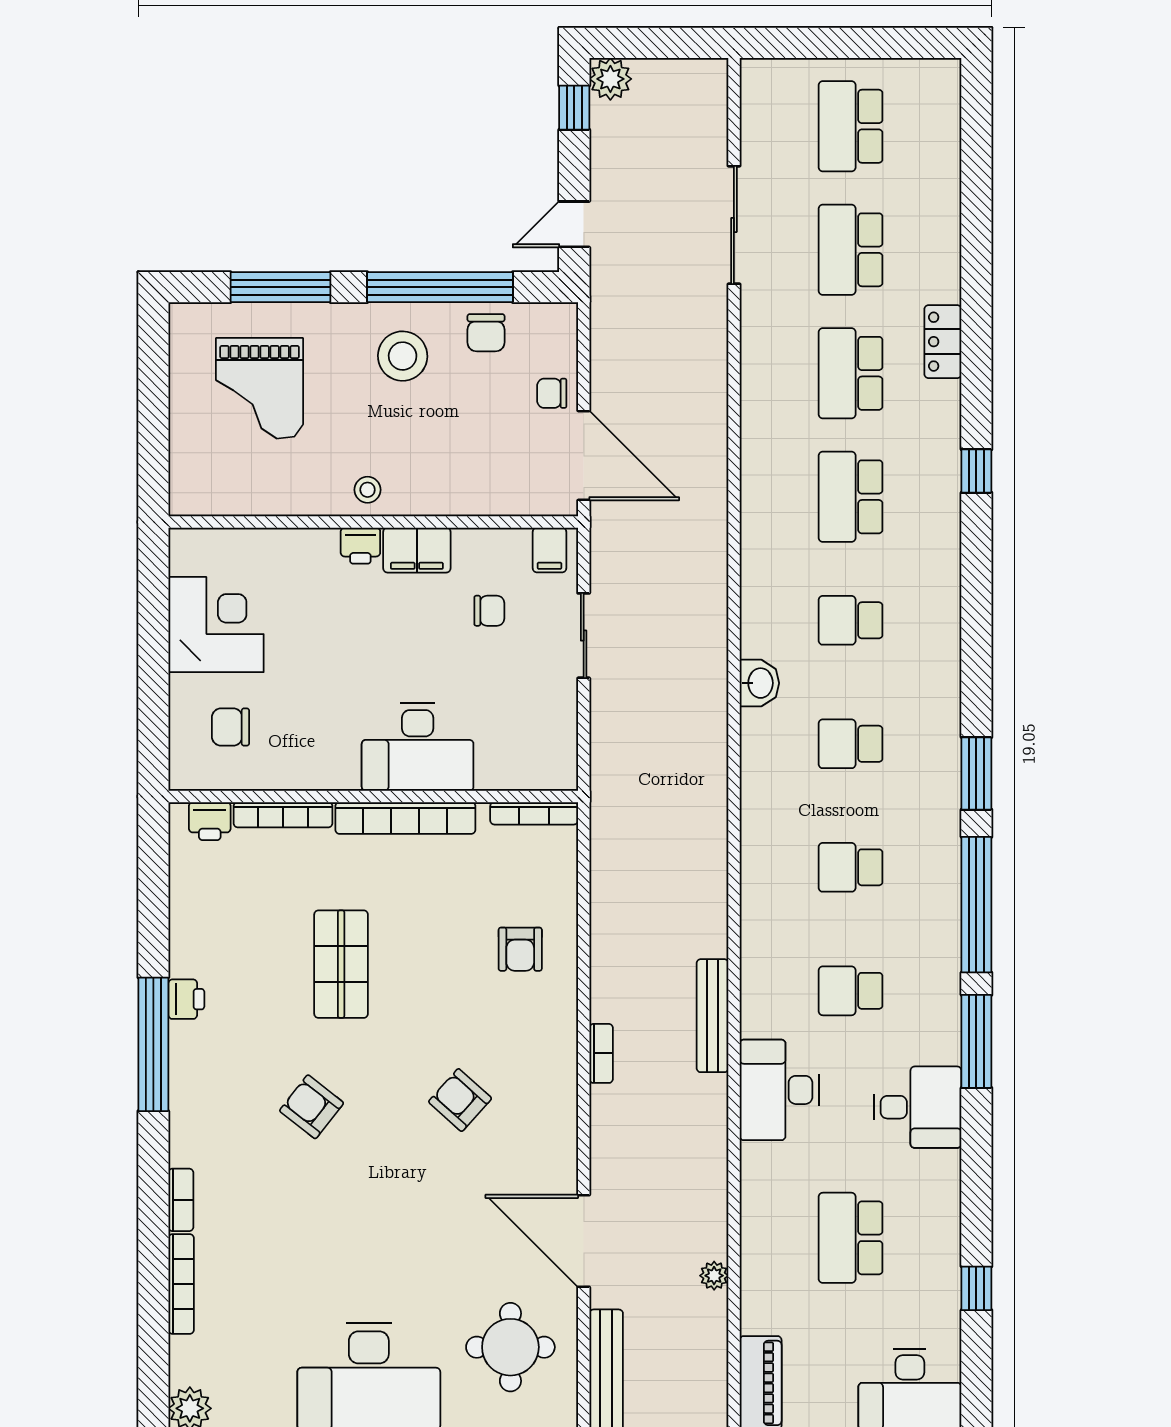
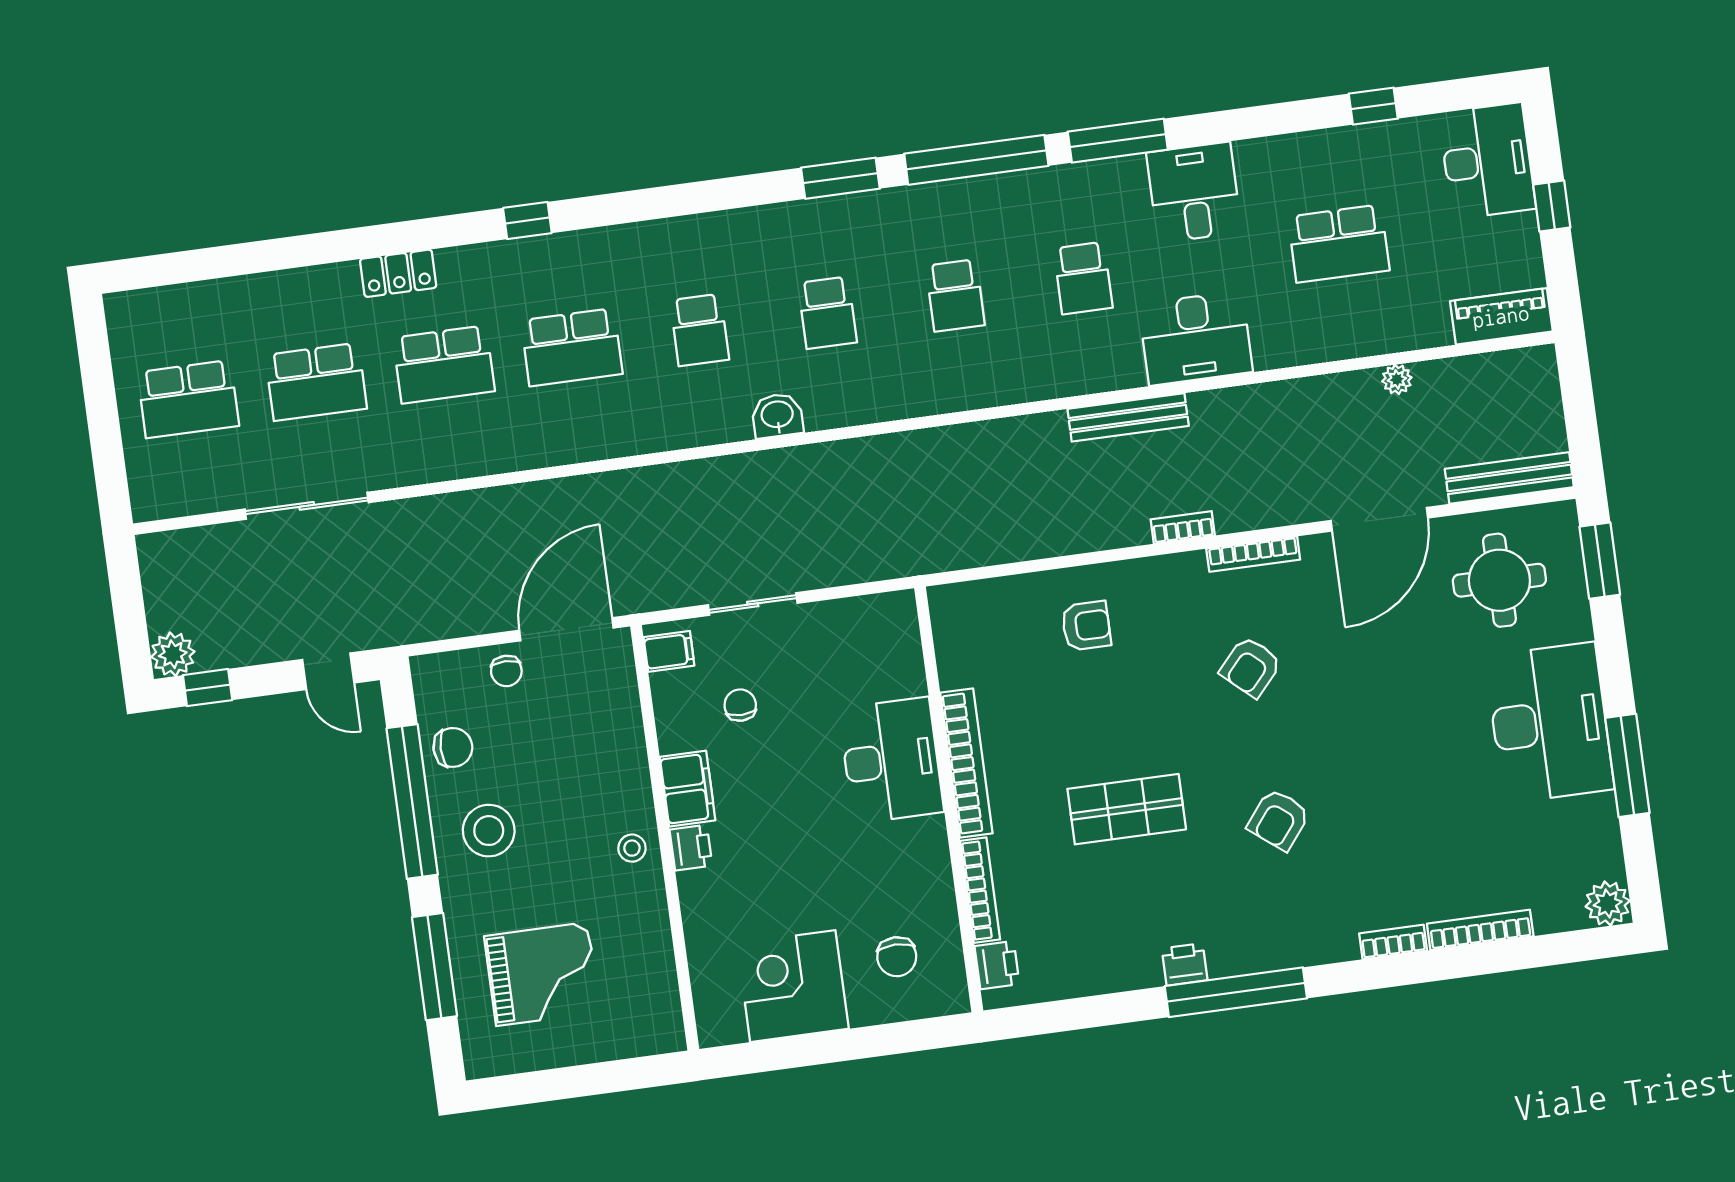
bookcase: (534, 813) -> (1253, 554), moved, turned 90

